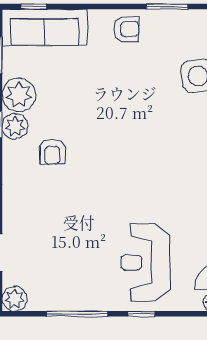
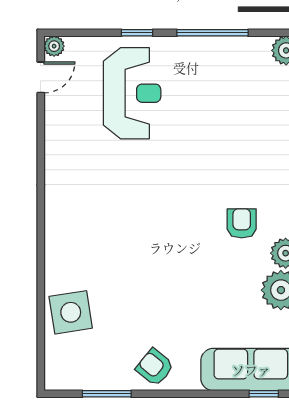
armchair: (126, 29) -> (155, 367), turned 39

